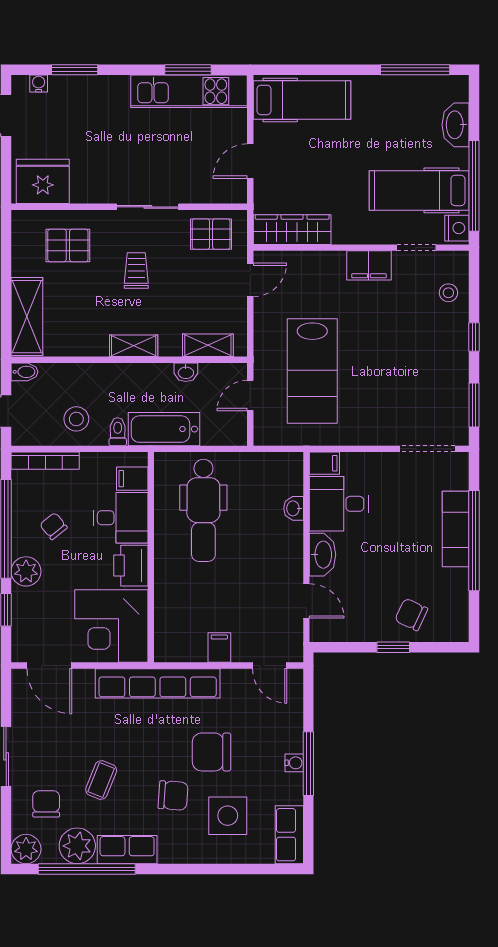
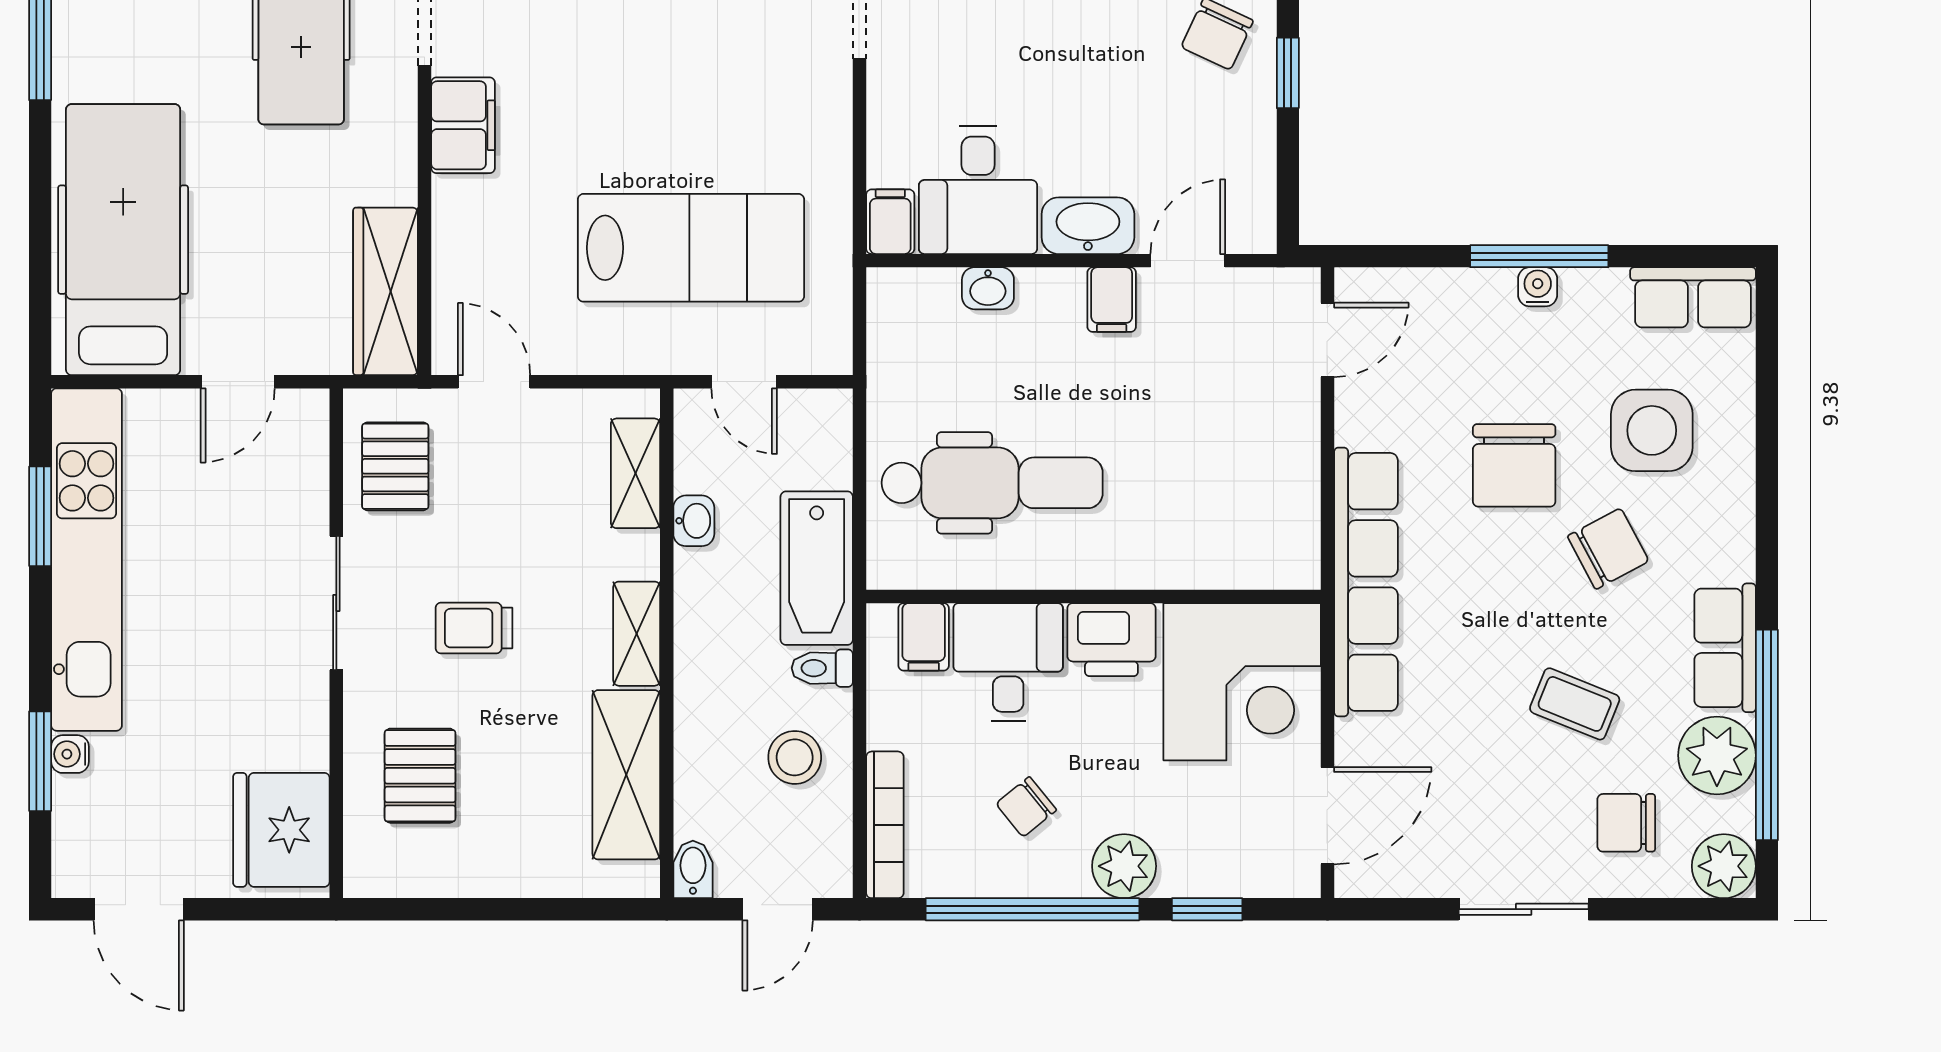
water cooler: (39, 83) -> (70, 754), moved
kitchen unit: (189, 91) -> (87, 560), width x1.36
hospital bed: (302, 100) -> (123, 240), width x1.37, depth x1.29
door: (250, 161) -> (238, 382), hinge flipped
shelving: (27, 317) -> (626, 775), moved, turned 90
filing cabinet: (219, 648) -> (1112, 300), moved, turned -90
chair: (173, 795) -> (1608, 549), turned 58

